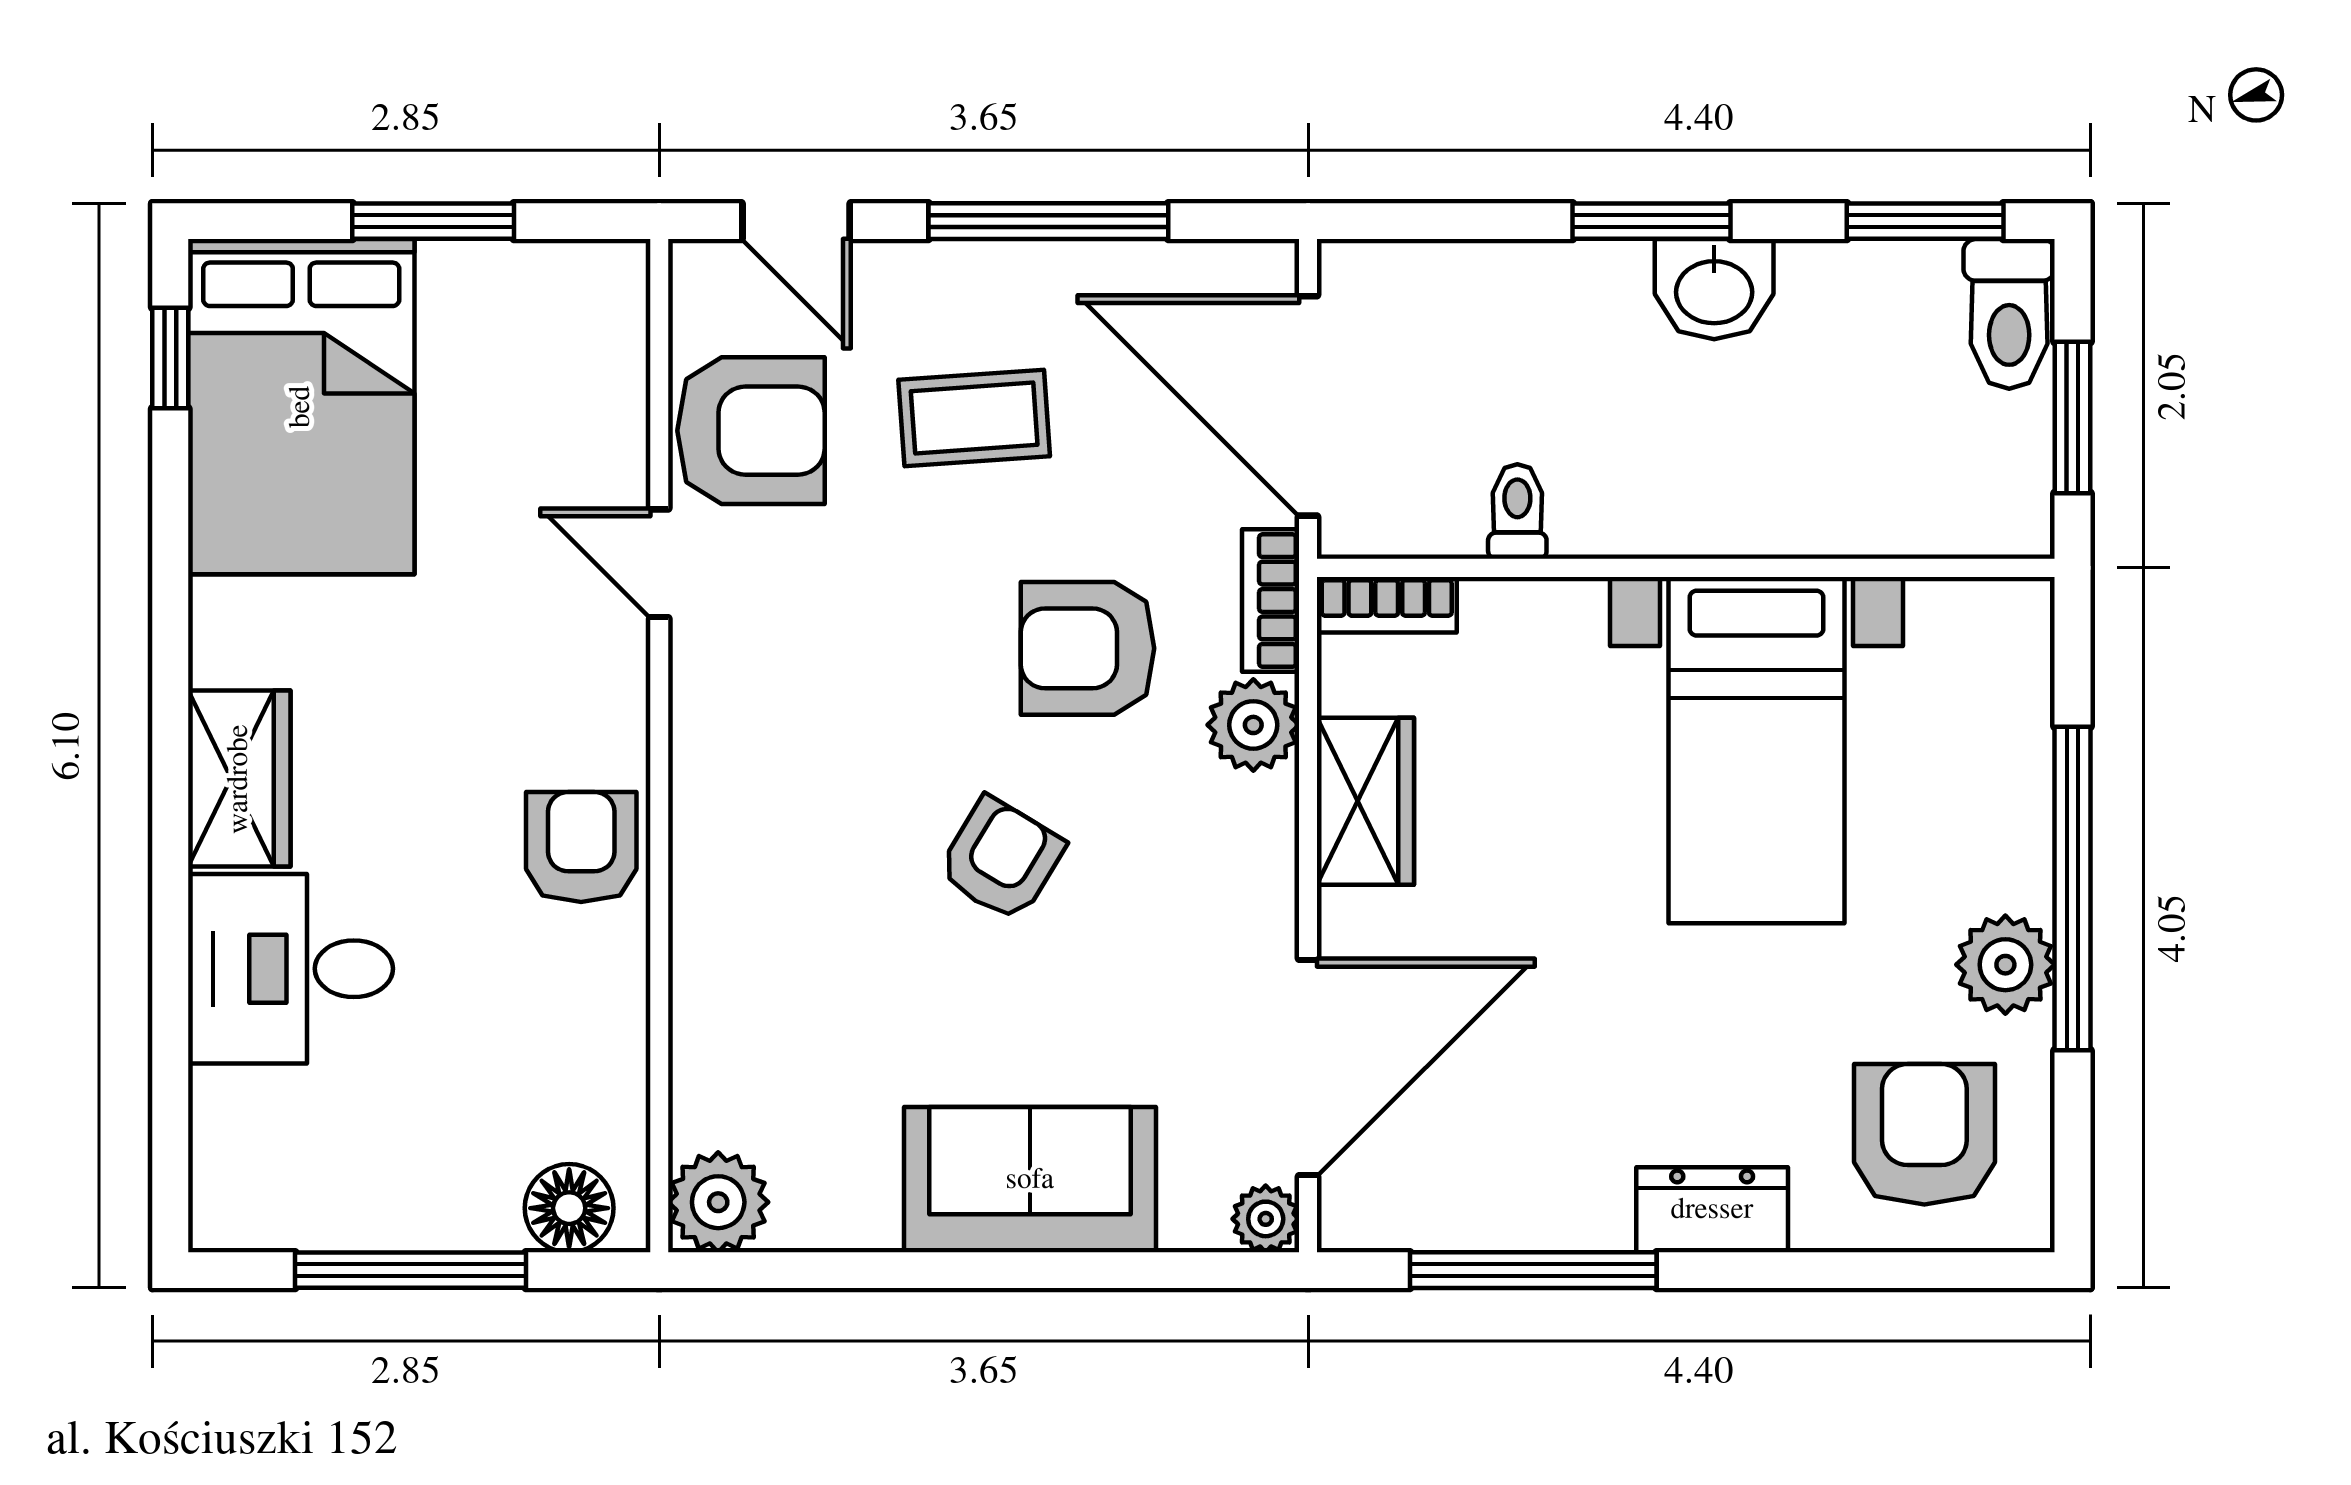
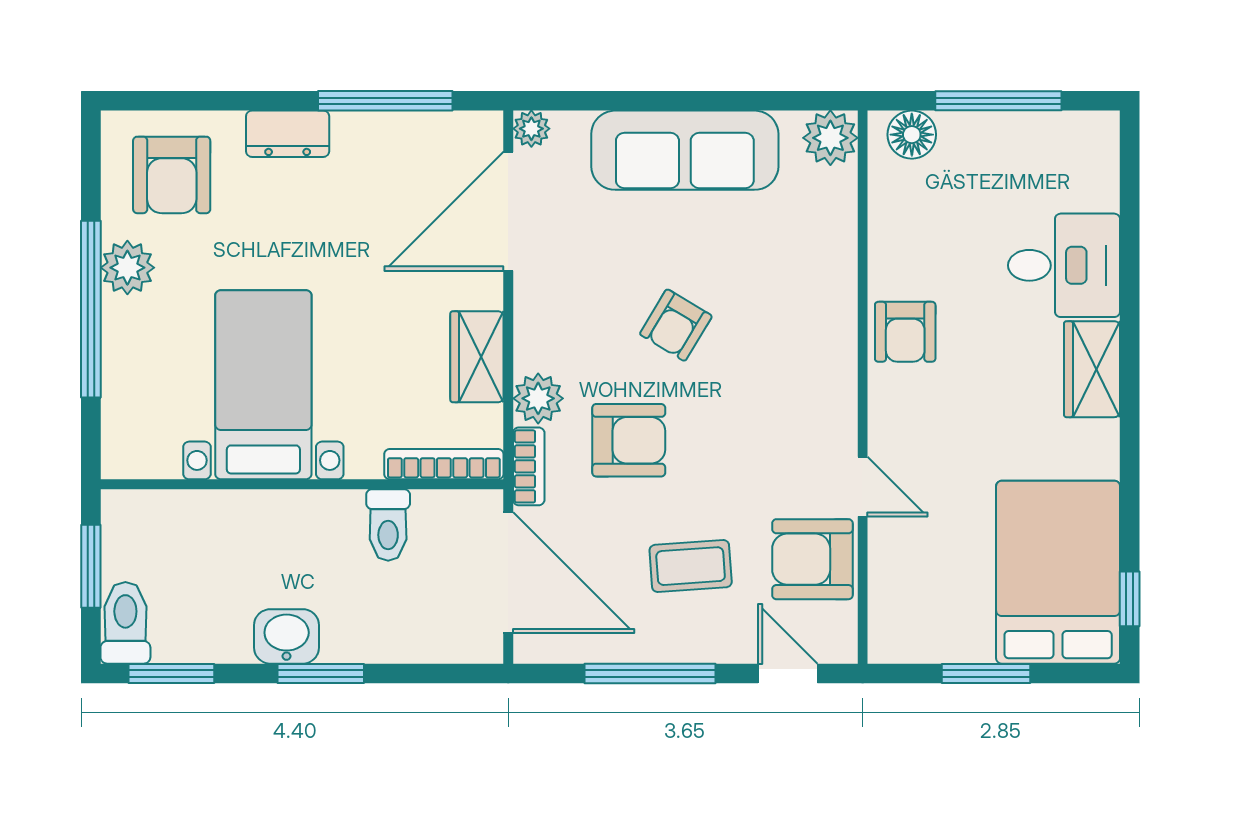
toilet: (1517, 512) -> (388, 525), width x1.37, depth x1.39
bookcase: (1387, 605) -> (444, 464), width x1.56
sofa: (1030, 1180) -> (685, 150), width x1.36

